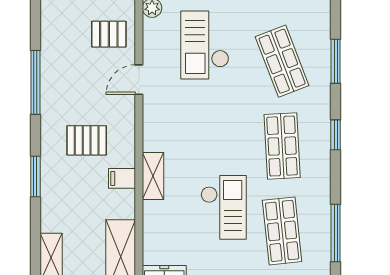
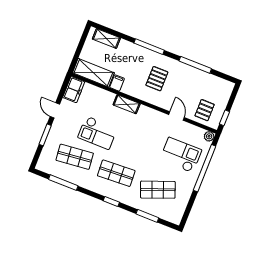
window: (35, 177) -> (149, 47), width x1.44
filing cabinet: (122, 178) -> (117, 83), moved

